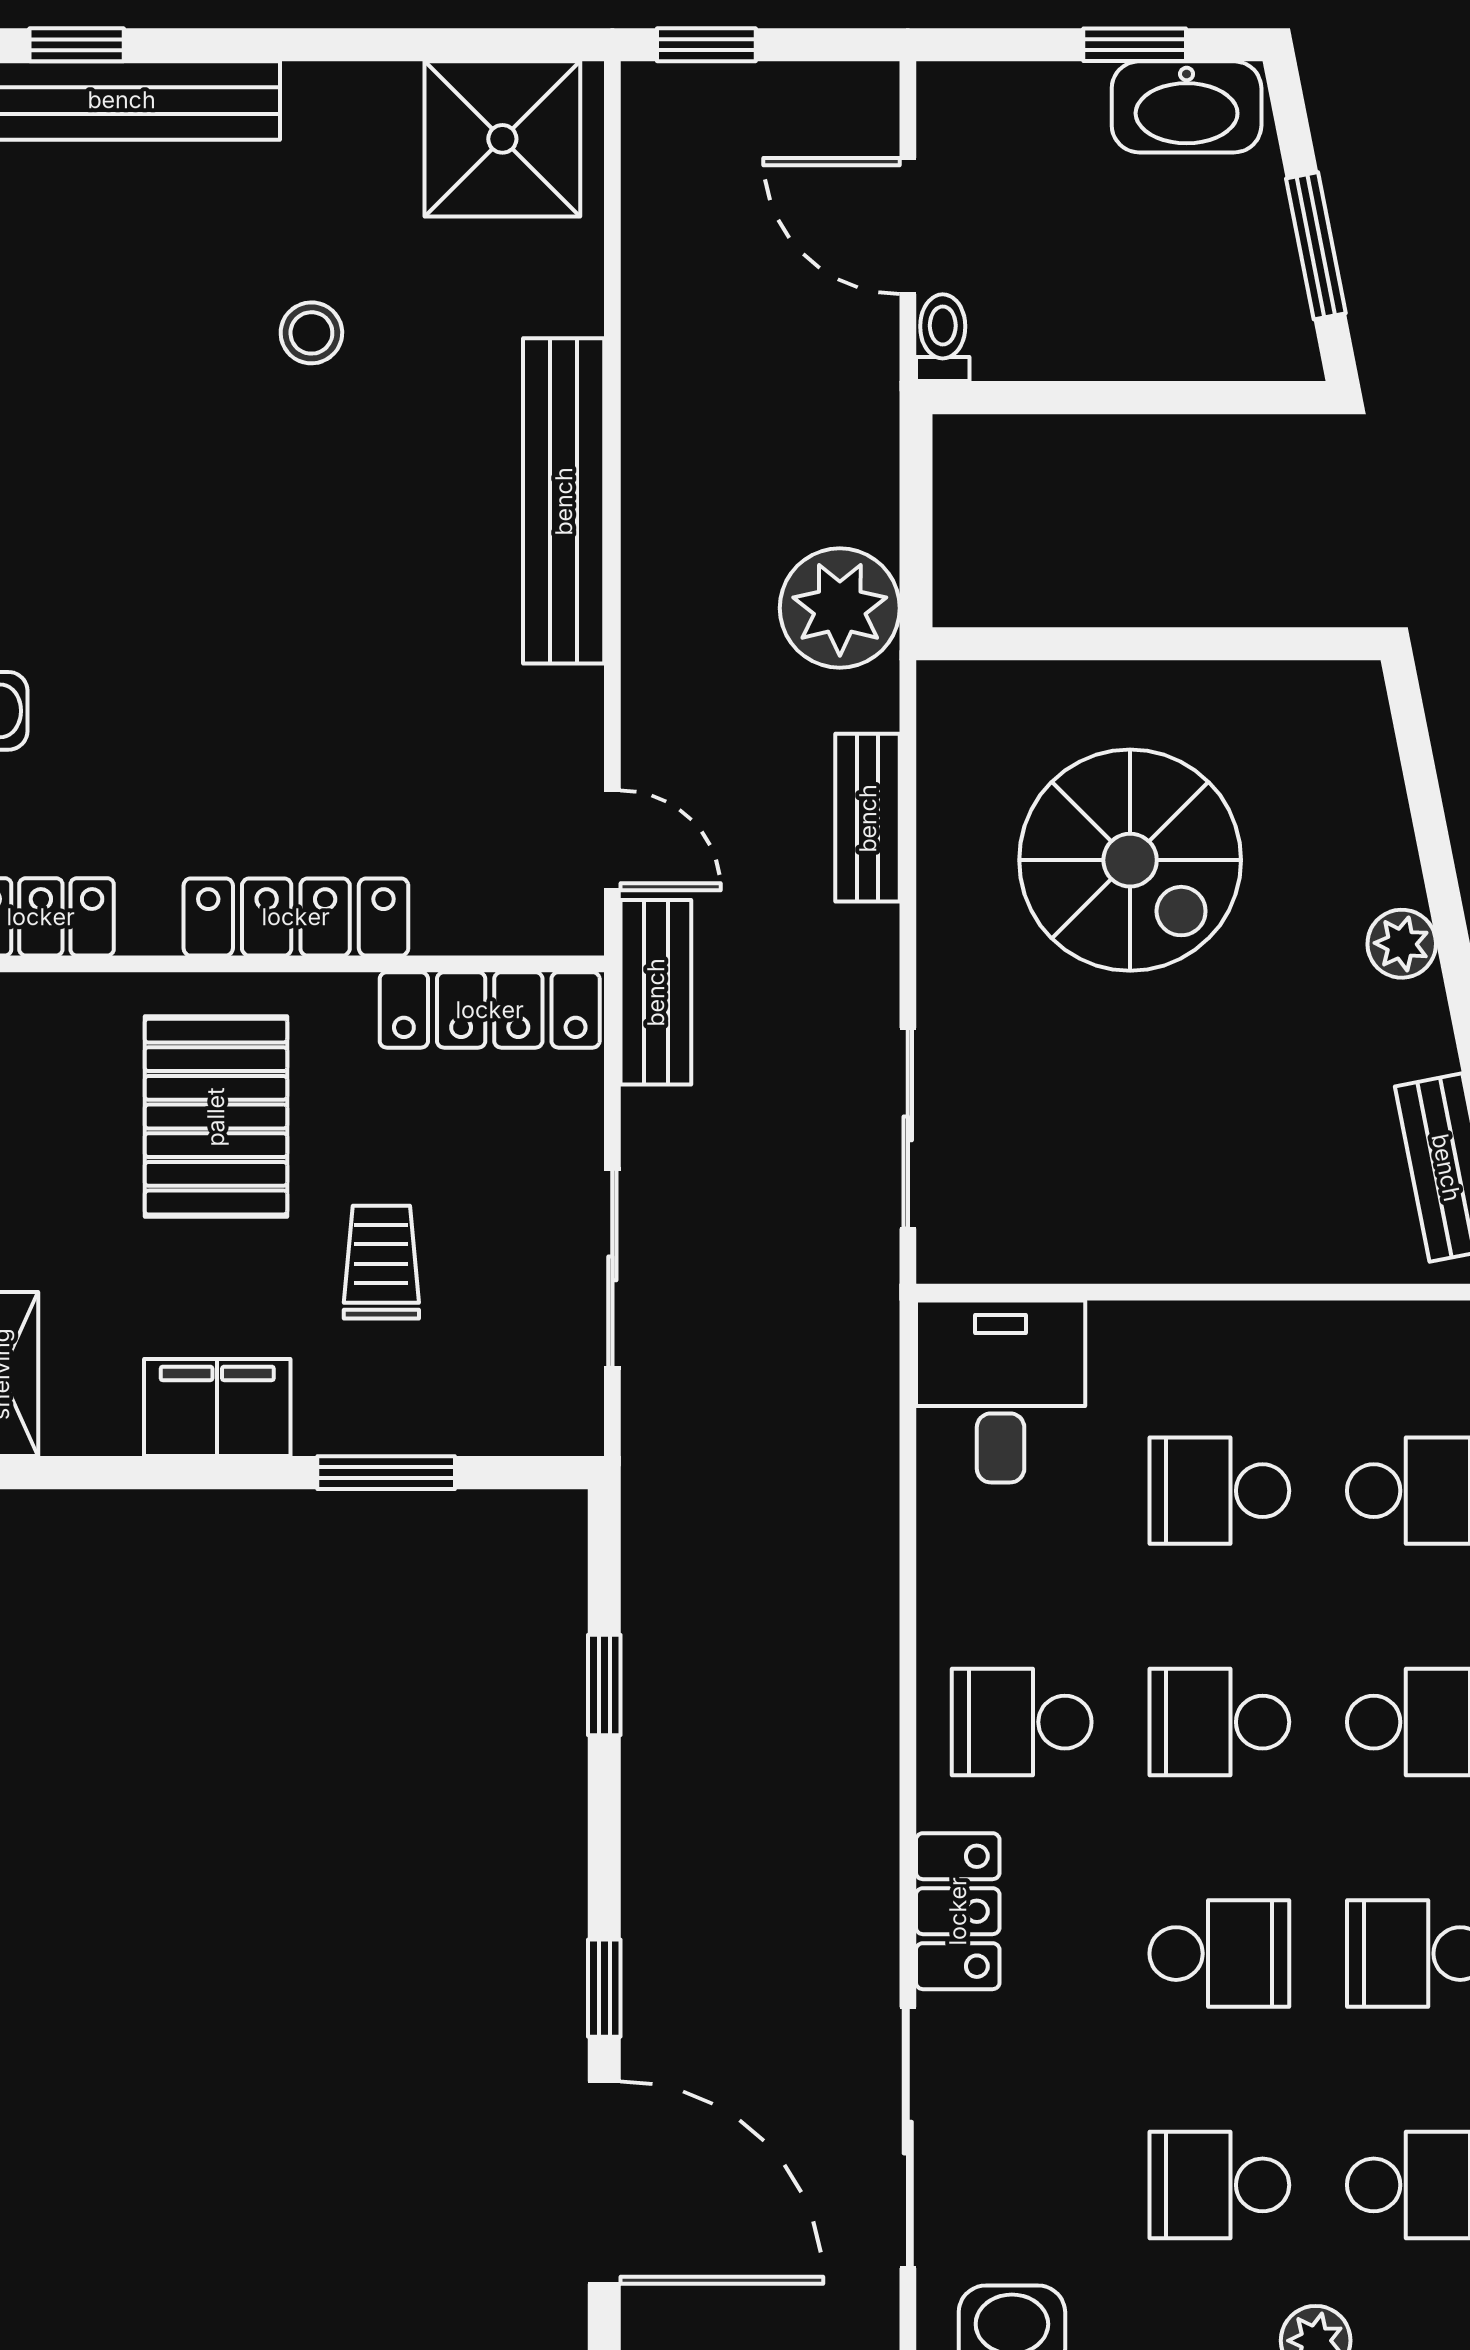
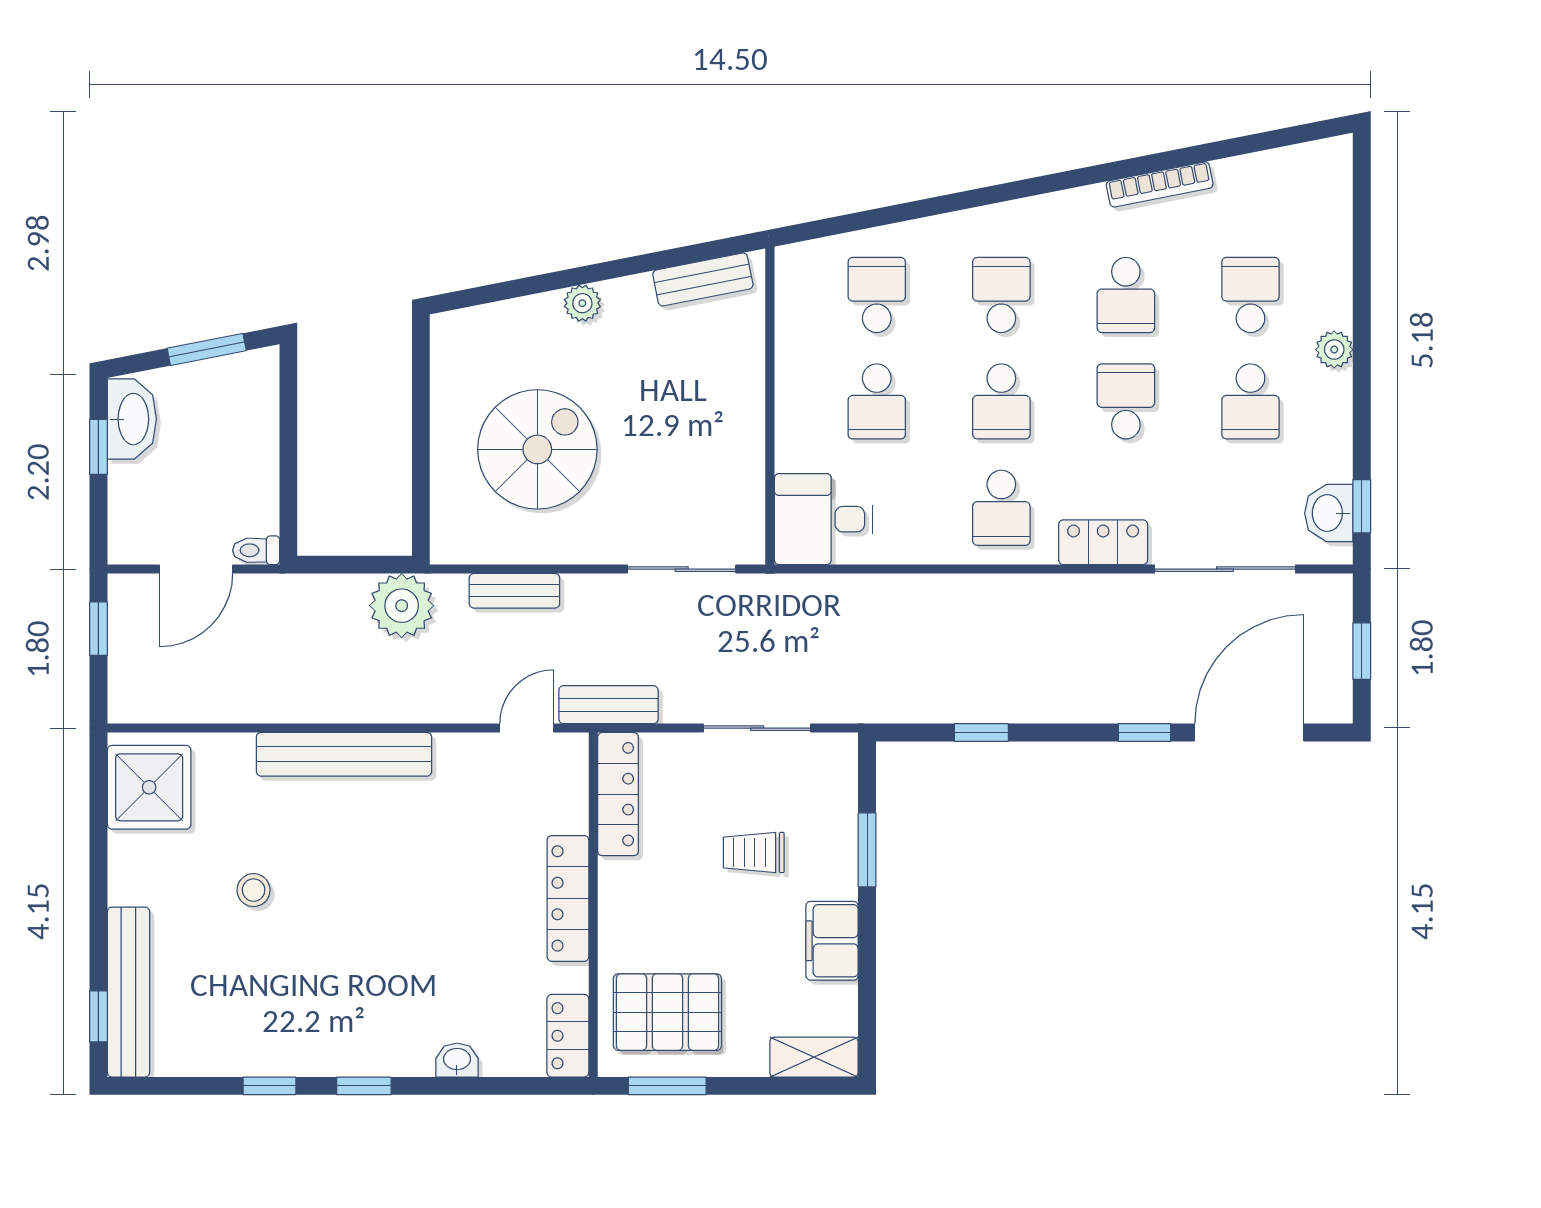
window: (706, 45) -> (98, 629), moved
pallet: (216, 1117) -> (667, 1012), moved

